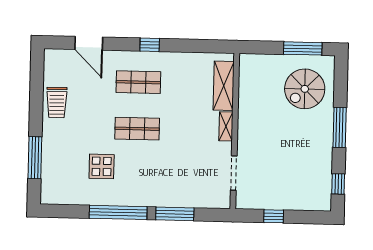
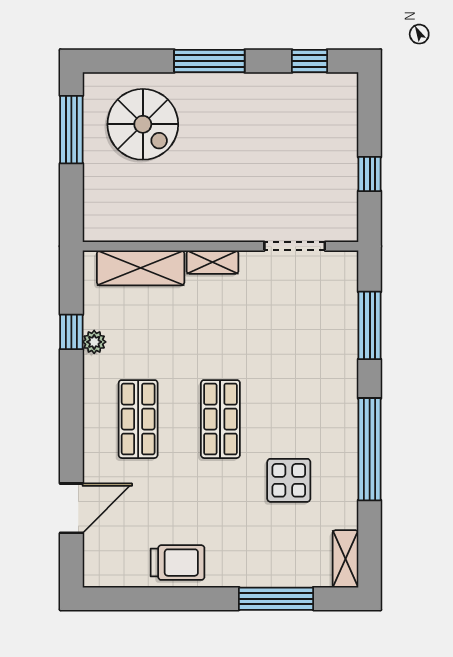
window: (150, 45) -> (71, 332), moved
plant: (182, 58) -> (94, 342), added
shelving: (56, 197) -> (345, 559), added
window: (175, 214) -> (370, 325), moved

